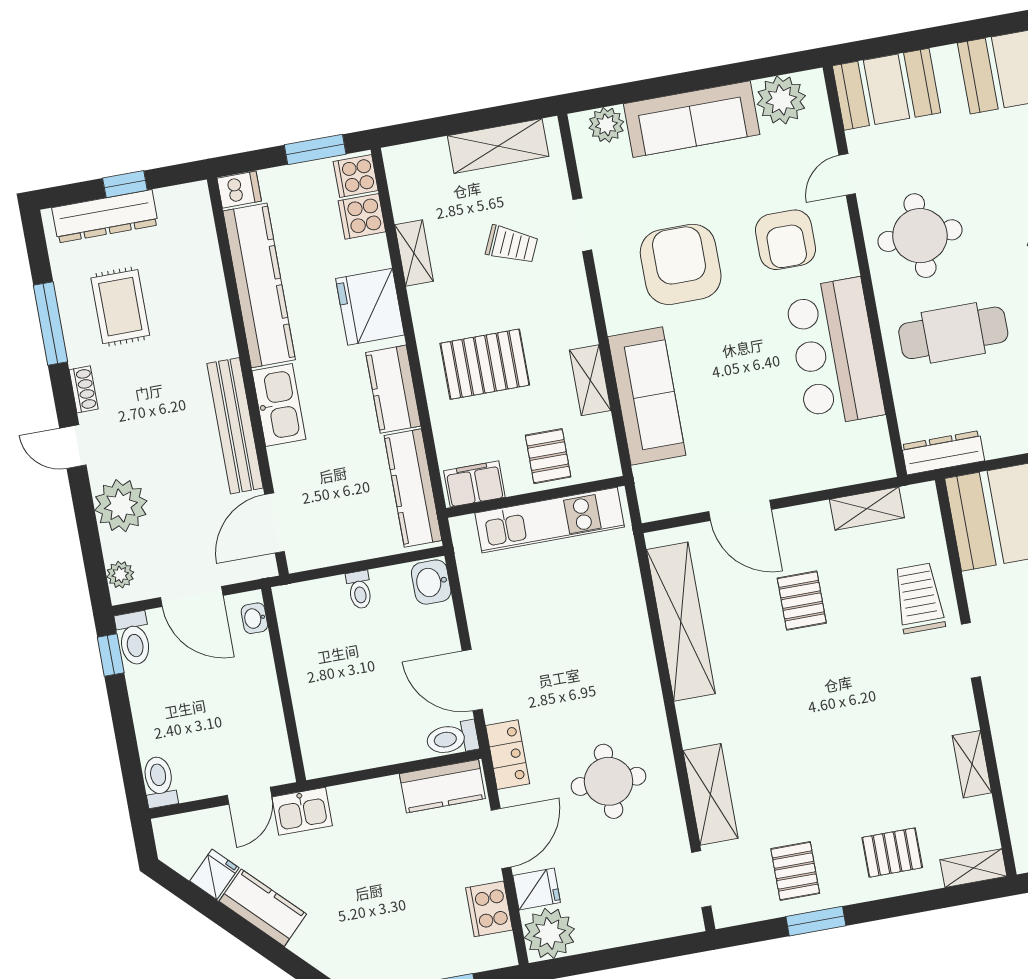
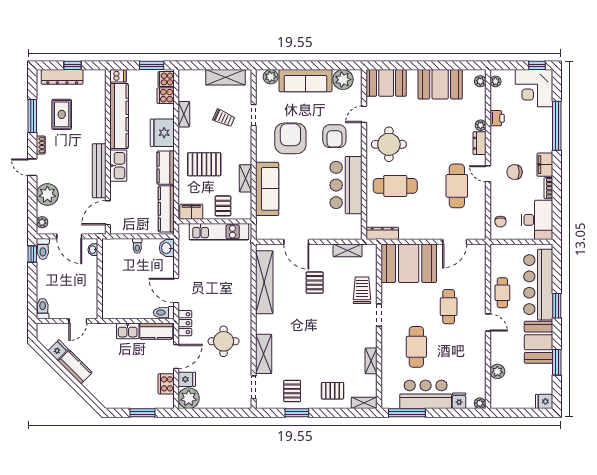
kitchen sink: (302, 811) -> (128, 331), moved

